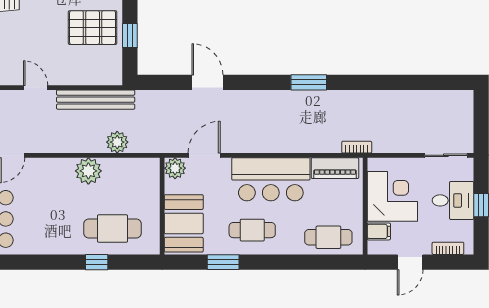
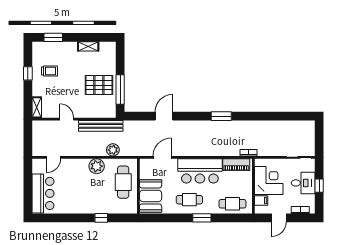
window: (130, 36) -> (120, 90), width x2.17
door: (207, 82) -> (164, 116), hinge flipped
plant: (175, 168) -> (146, 165), removed
cafe table: (112, 228) -> (123, 182), moved, turned 90
window: (223, 262) -> (202, 218), moved

